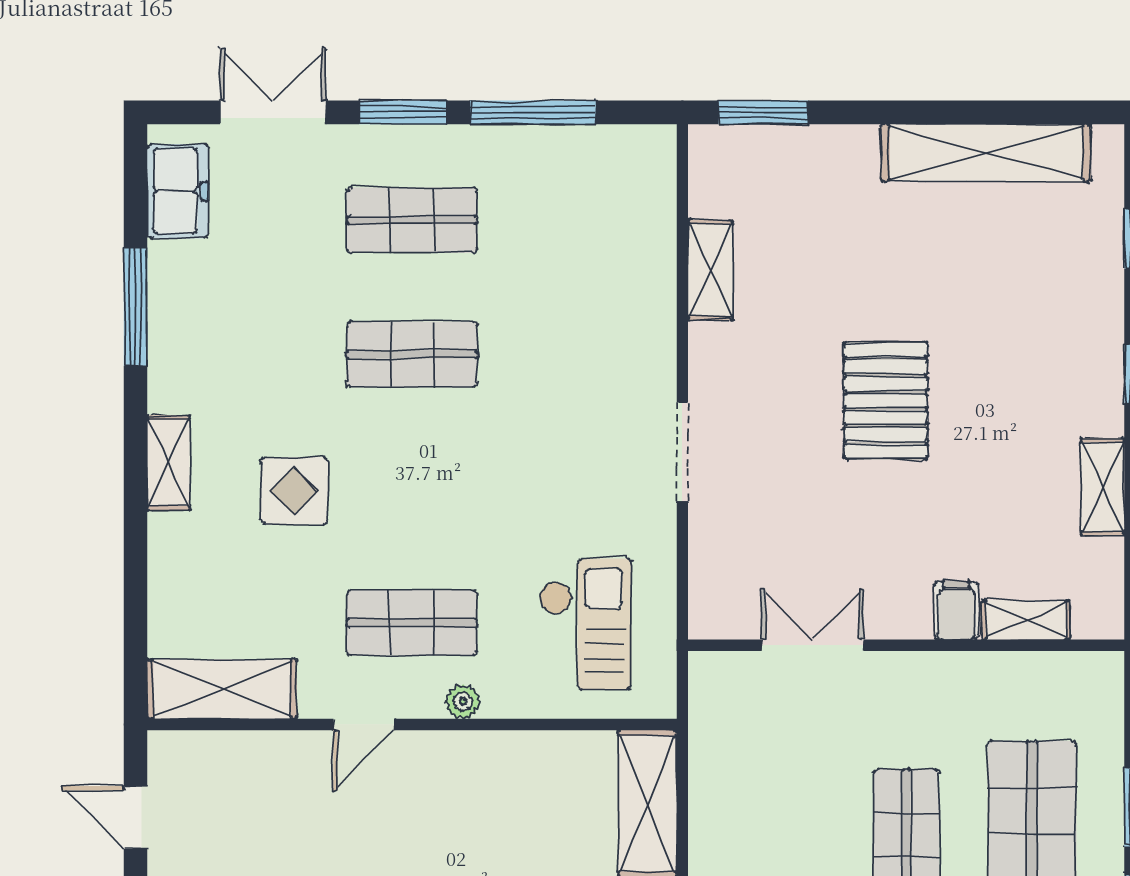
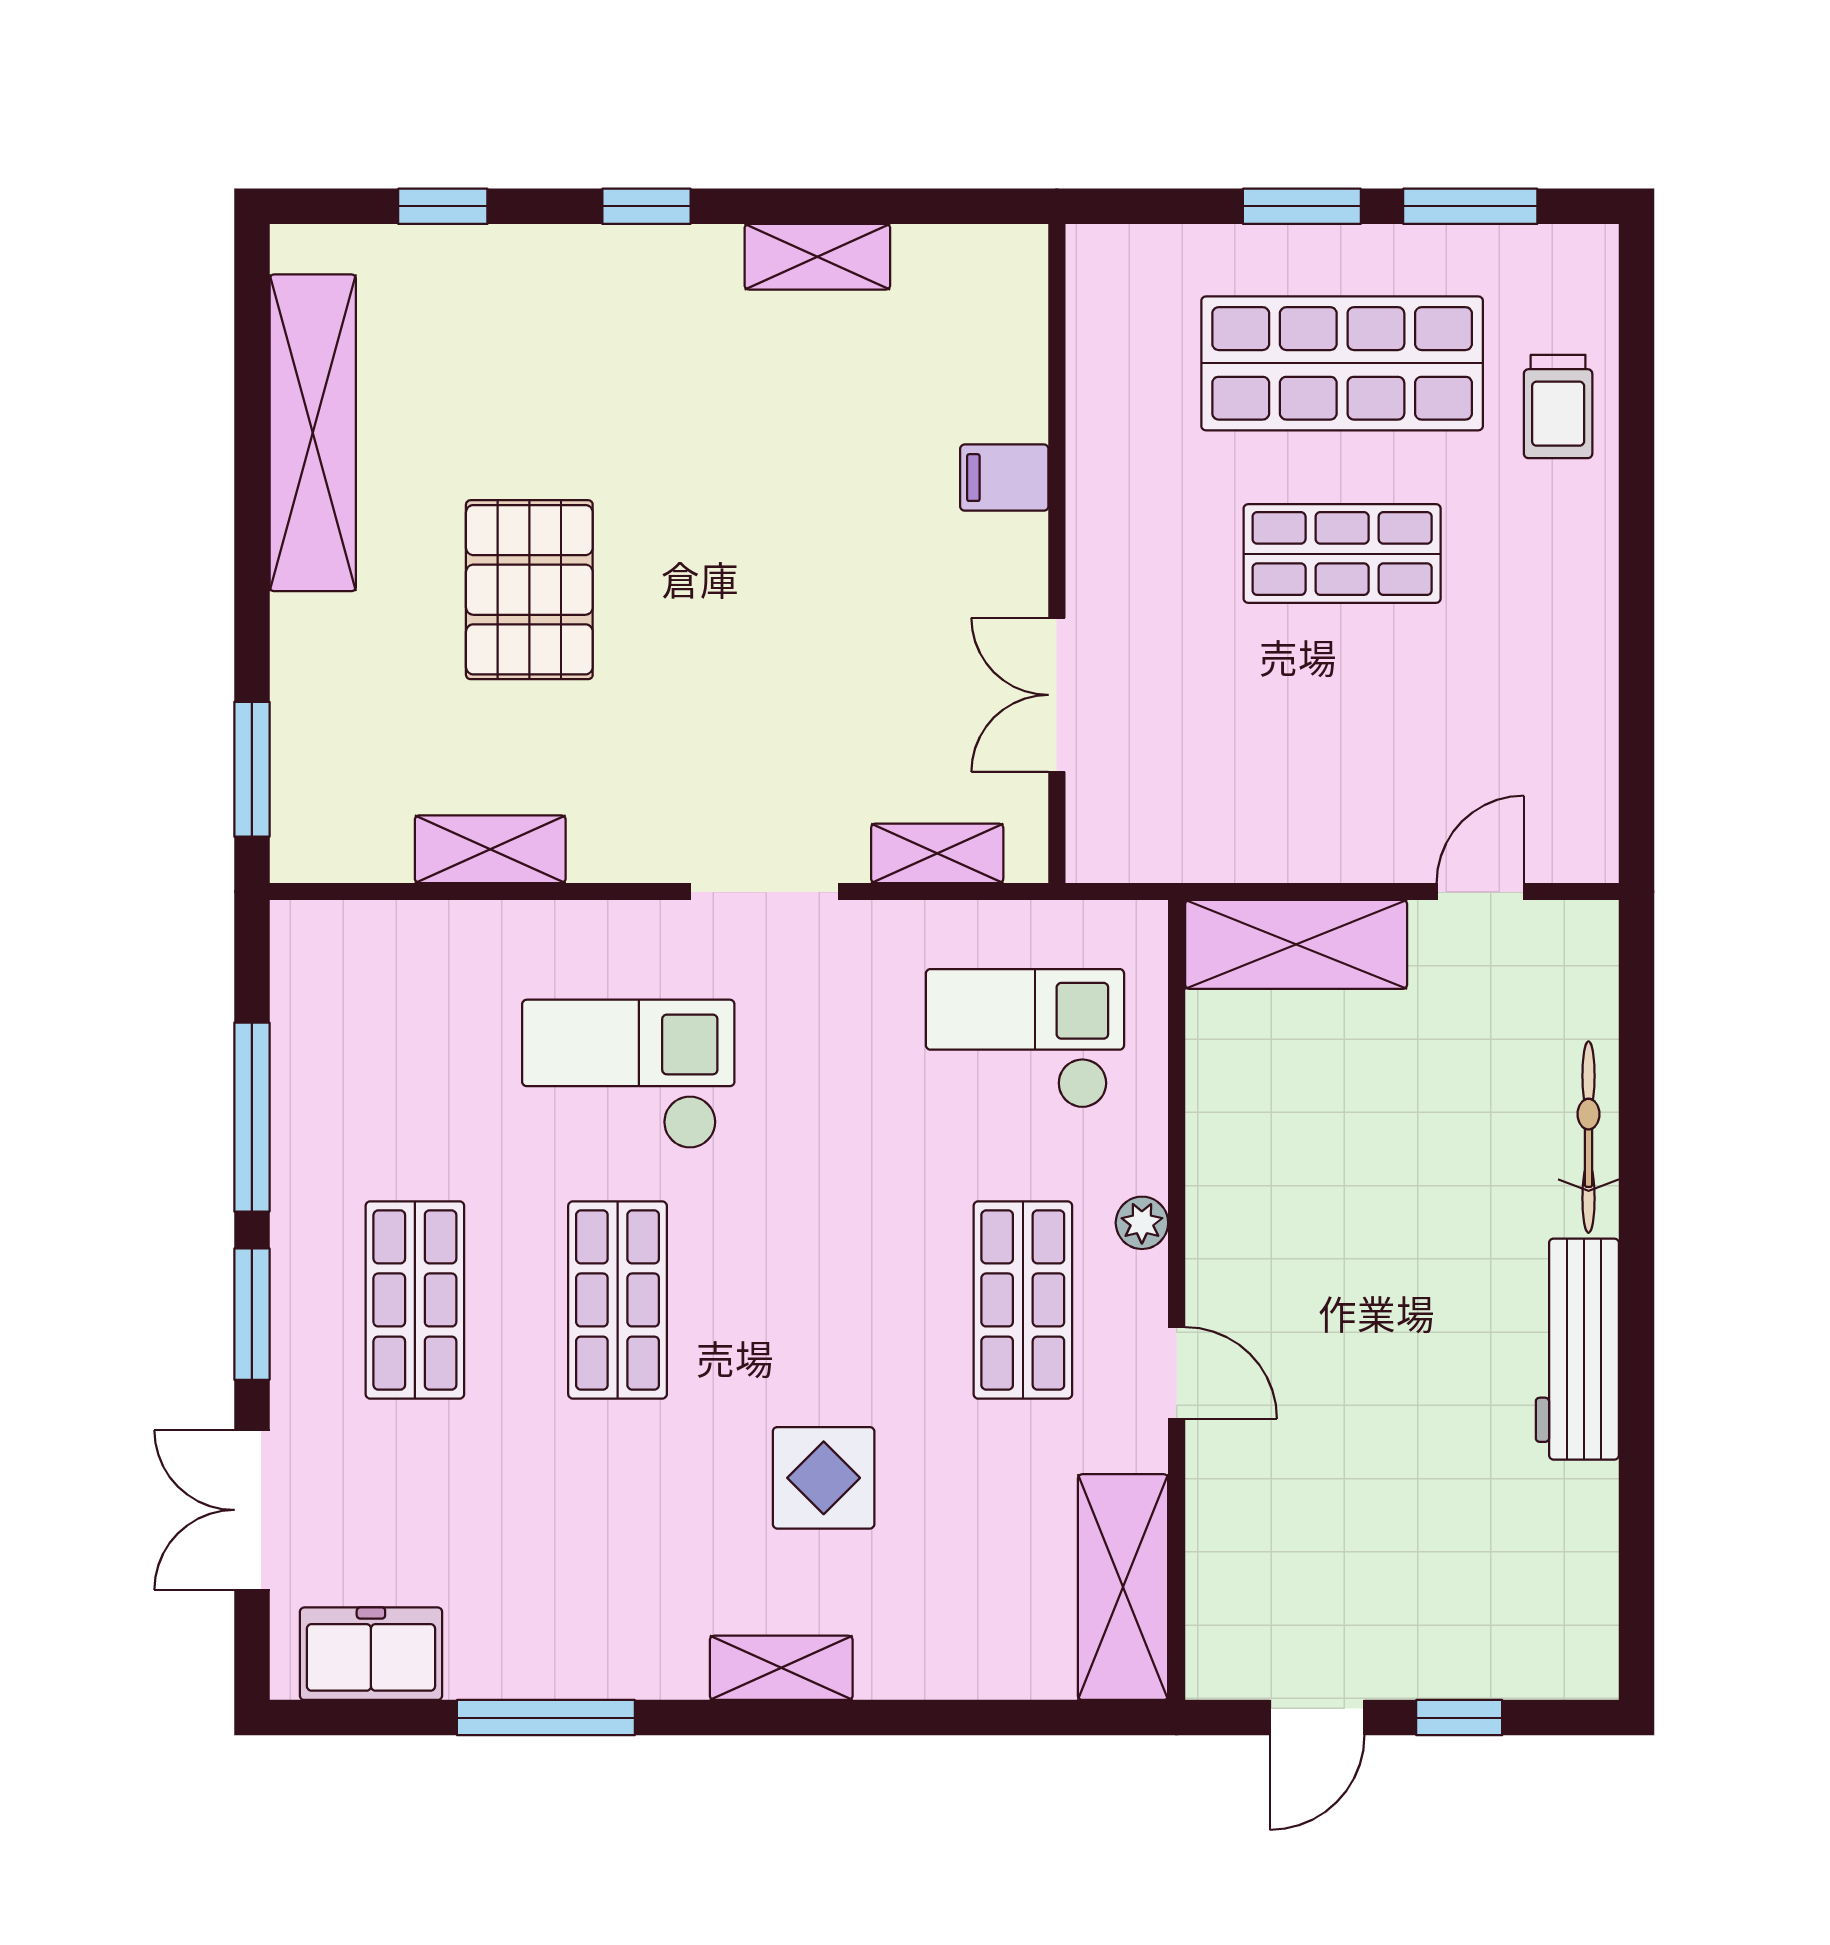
checkout: (561, 361) -> (628, 1074), added
pallet: (886, 401) -> (529, 590), moved, turned 90
shelving: (1026, 620) -> (937, 853), moved, turned 90

